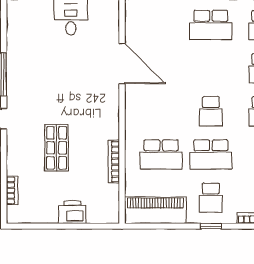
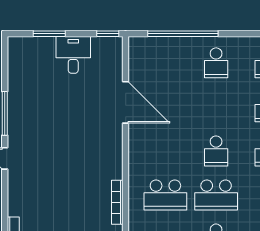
school desk: (211, 25) -> (216, 63), width x0.54
shop shelf: (57, 148) -> (59, 188), removed

